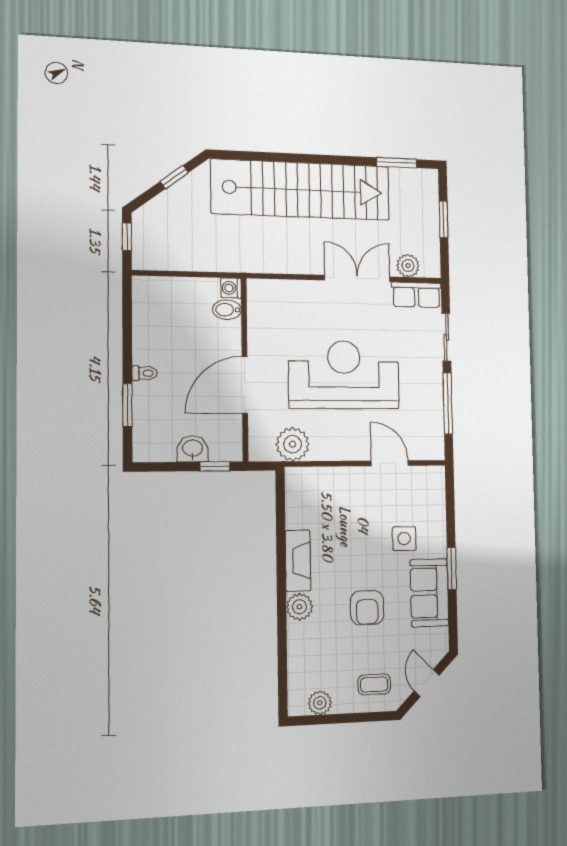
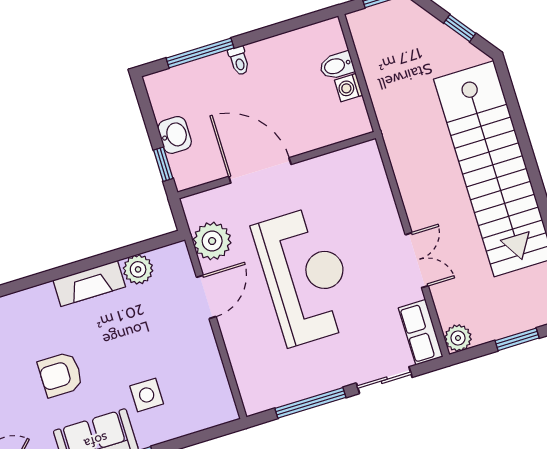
plant: (408, 266) -> (458, 338), moved
double door: (357, 278) -> (417, 260), width x0.73
washing machine: (231, 288) -> (349, 88), moved, turned -90
bidet: (227, 310) -> (337, 66), moved, turned -90
window: (127, 405) -> (200, 53), width x1.44
door: (390, 463) -> (206, 297), moved
plant: (299, 607) -> (138, 269), moved

